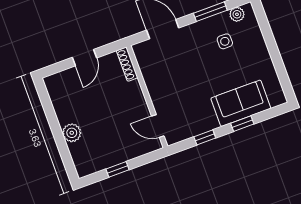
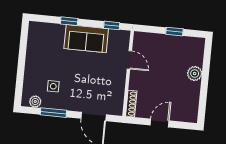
sofa: (241, 103) -> (86, 39), moved
door: (158, 126) -> (129, 60), moved
window: (205, 137) -> (112, 25), moved

